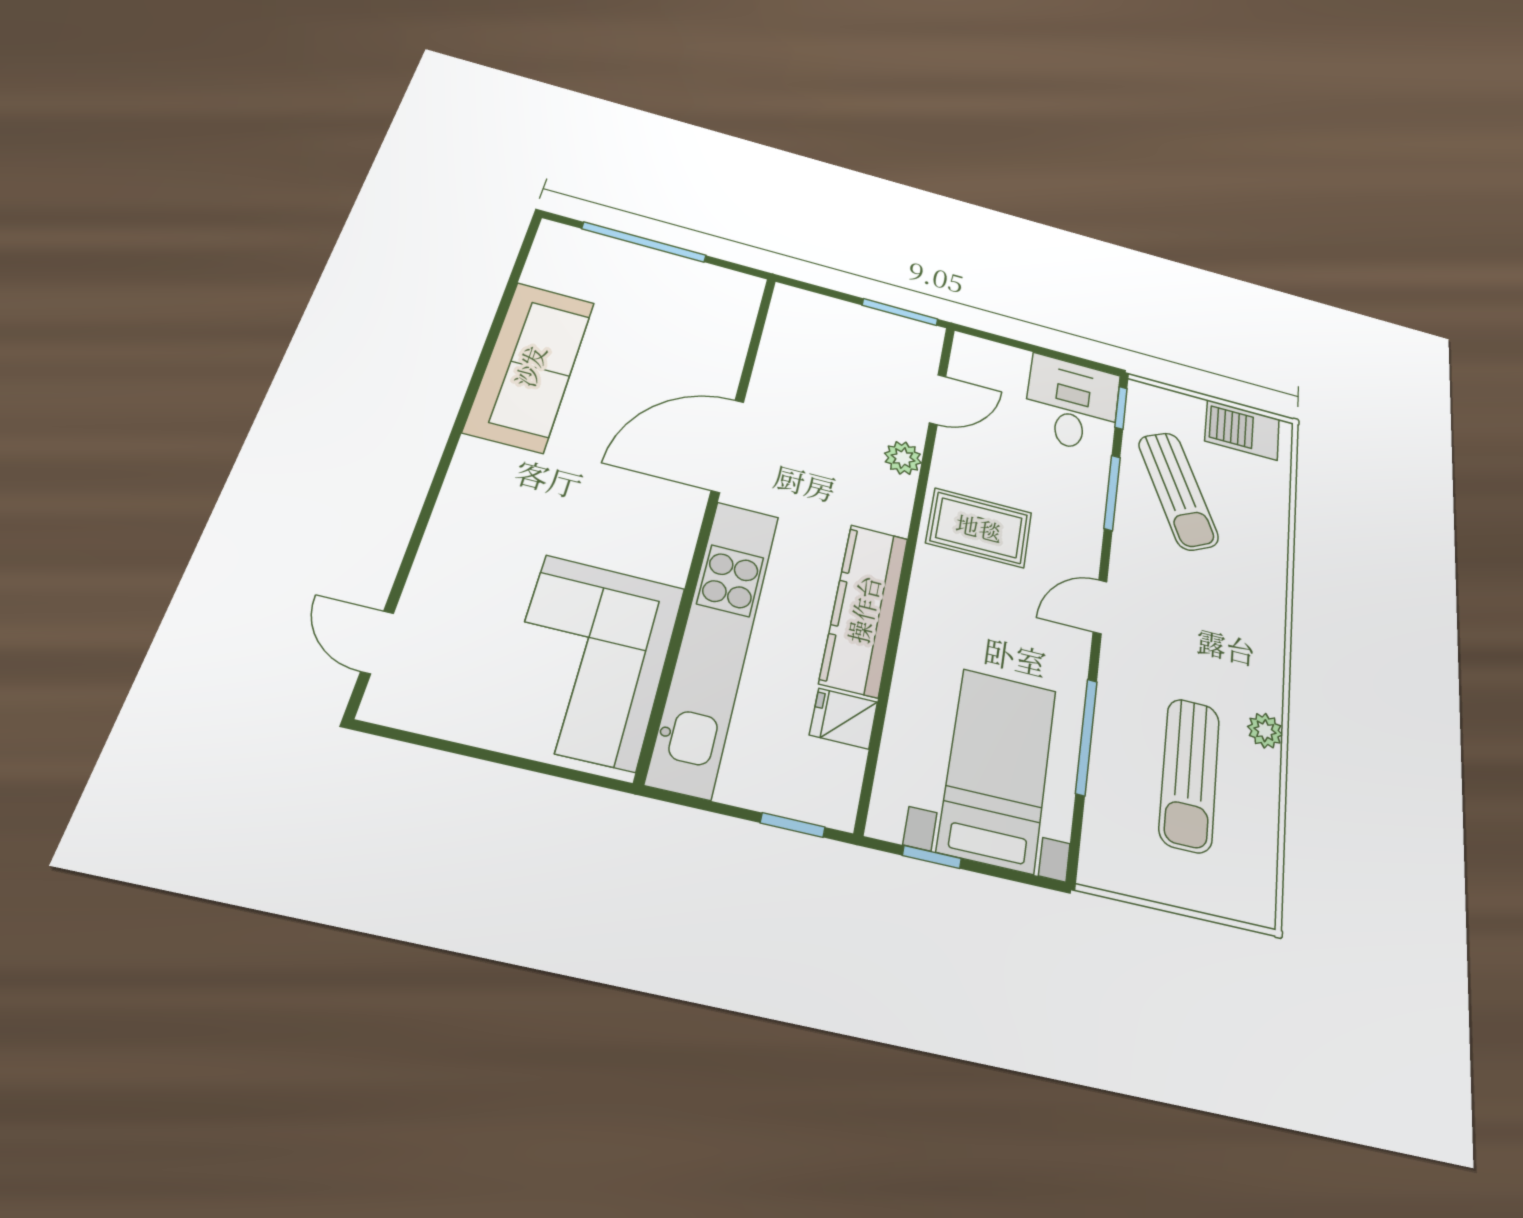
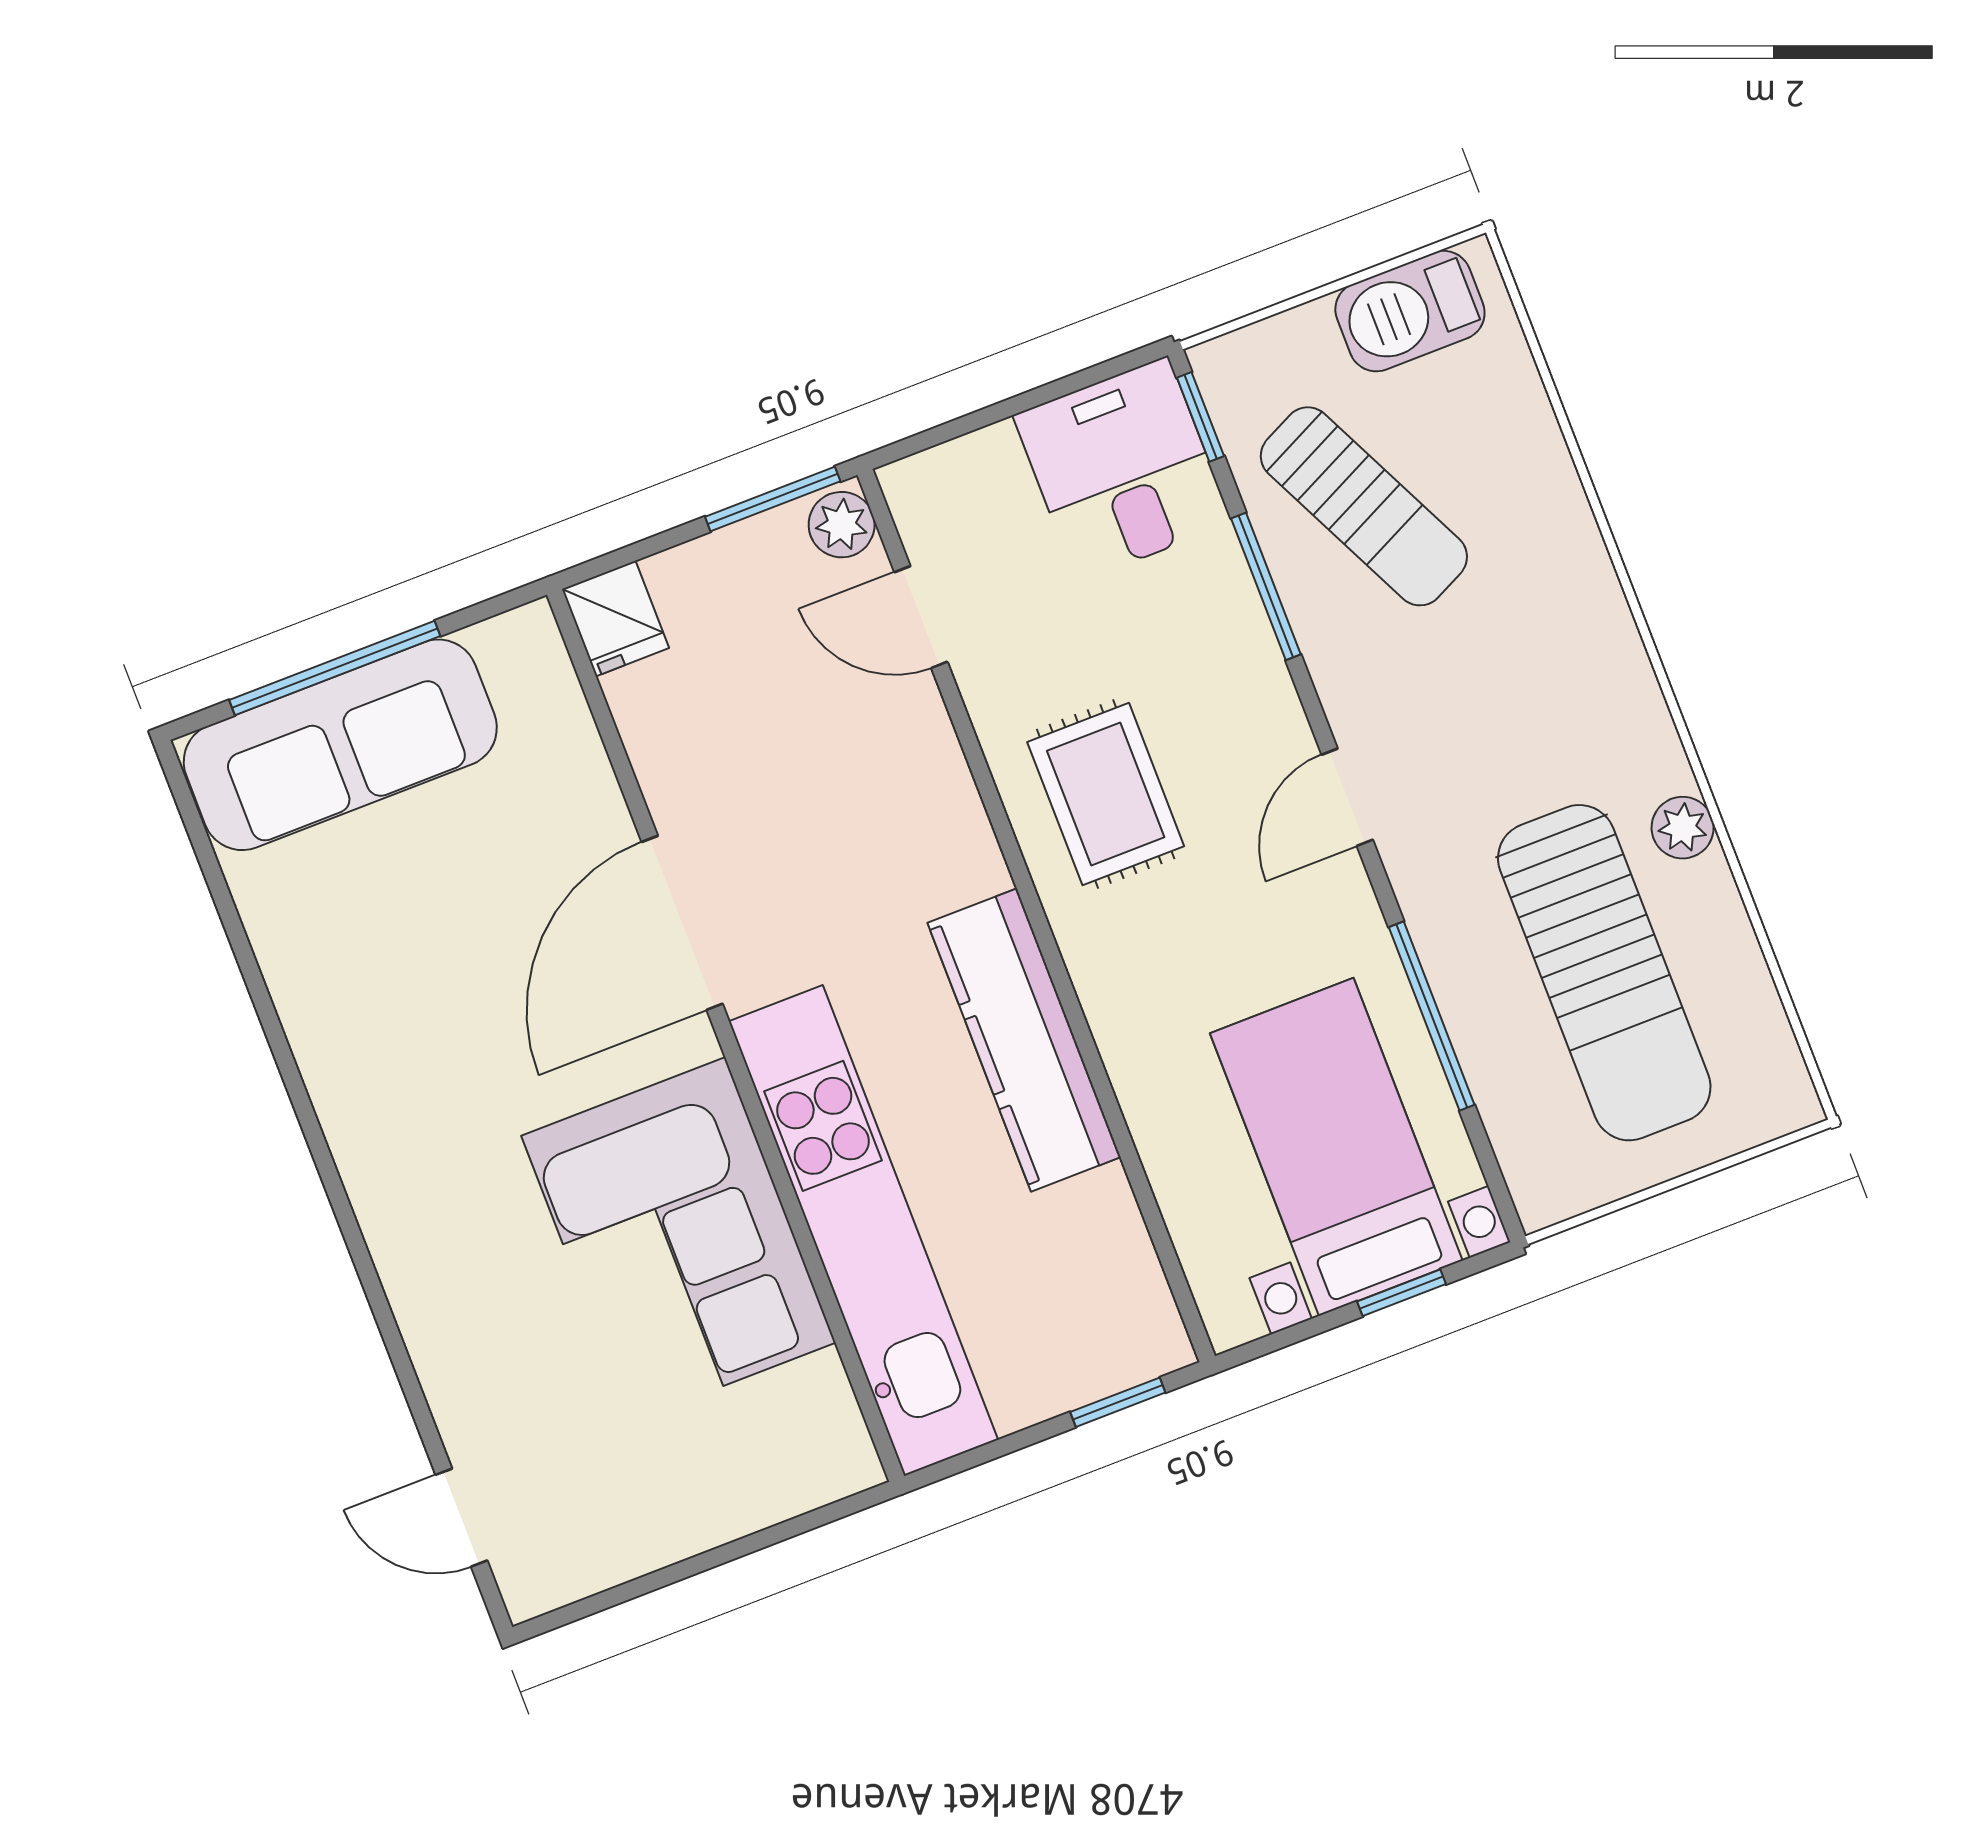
sofa: (530, 366) -> (340, 745), moved, turned 90
door: (938, 399) -> (921, 617), swing flipped
plant: (903, 458) -> (842, 525), moved
rug: (979, 528) -> (1106, 794), turned 90
corner sofa: (590, 661) -> (678, 1239), moved
fridge: (844, 719) -> (615, 619), moved, turned -90
sun lounger: (1189, 775) -> (1604, 973), width x1.36, depth x1.34
window: (932, 857) -> (1402, 1293), moved

